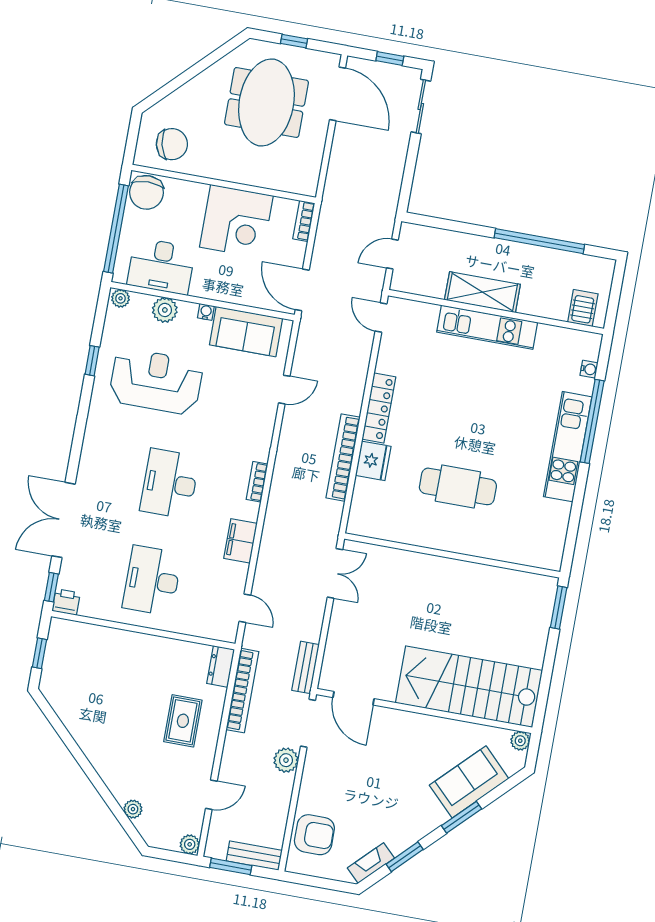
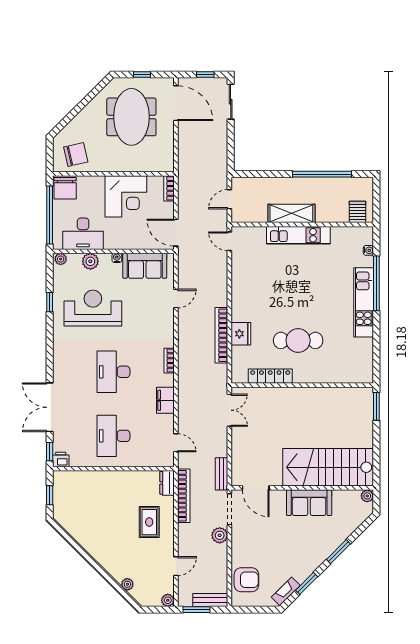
locker: (379, 408) -> (270, 376), moved, turned -90
sofa: (469, 782) -> (309, 503), moved, turned -135

